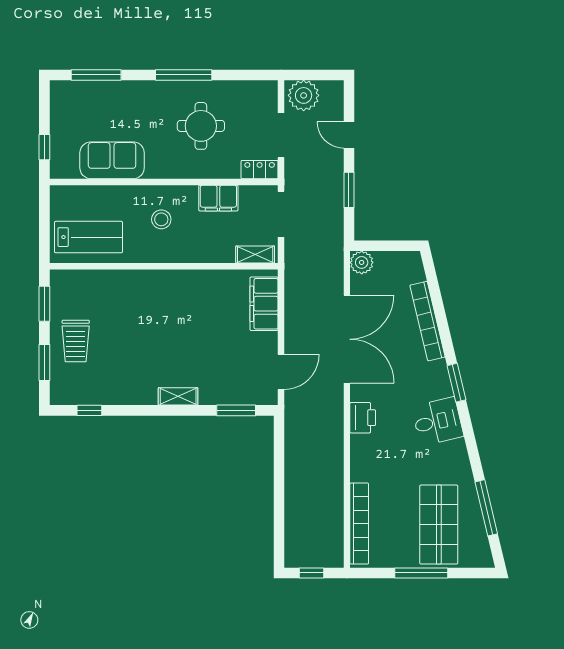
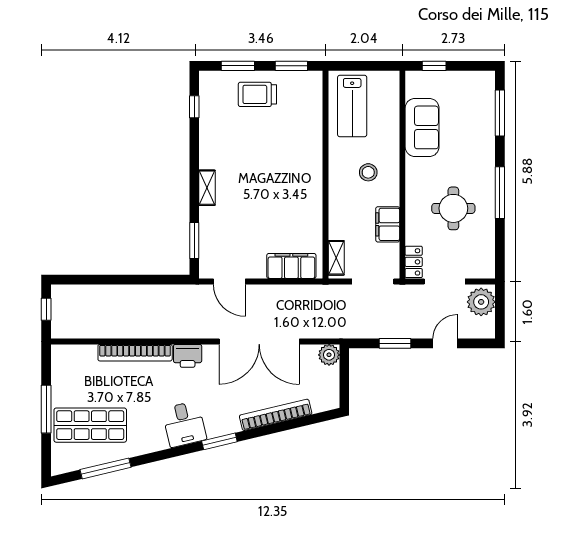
bookcase: (359, 524) -> (135, 353), moved

